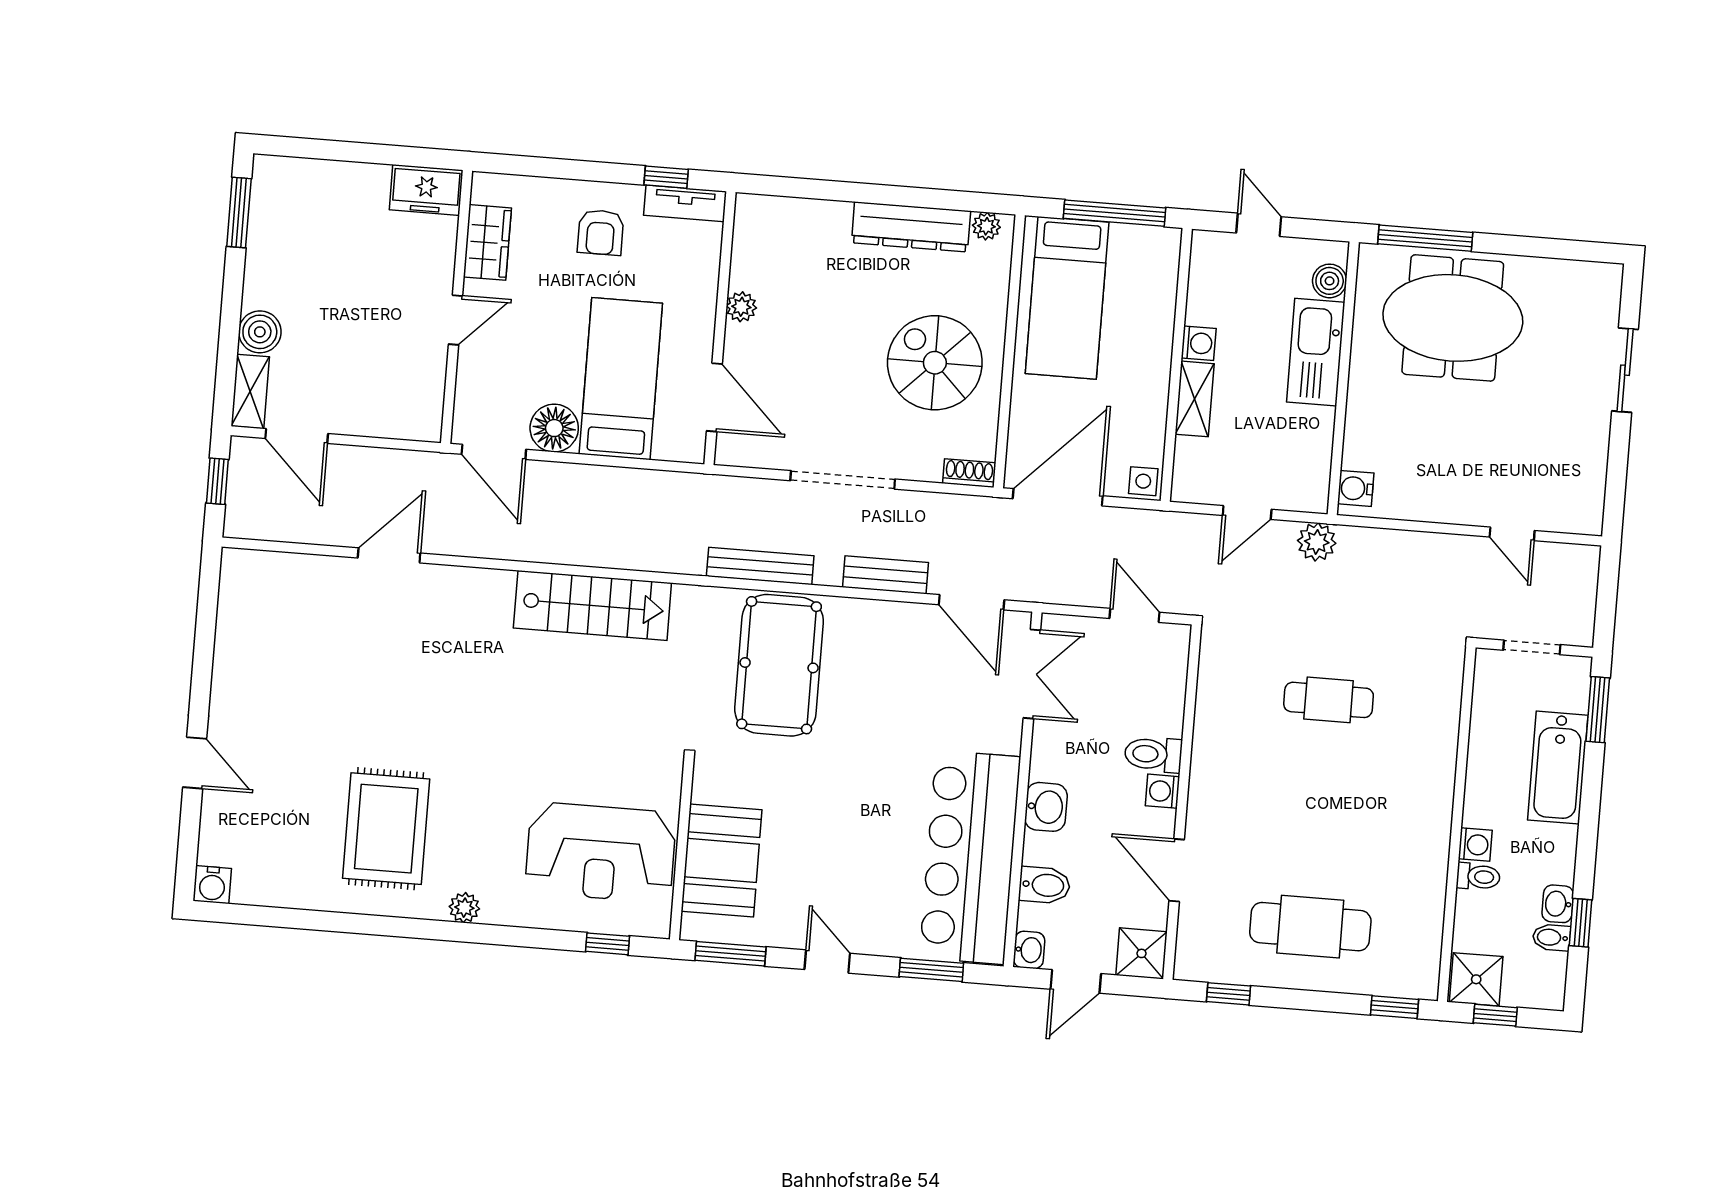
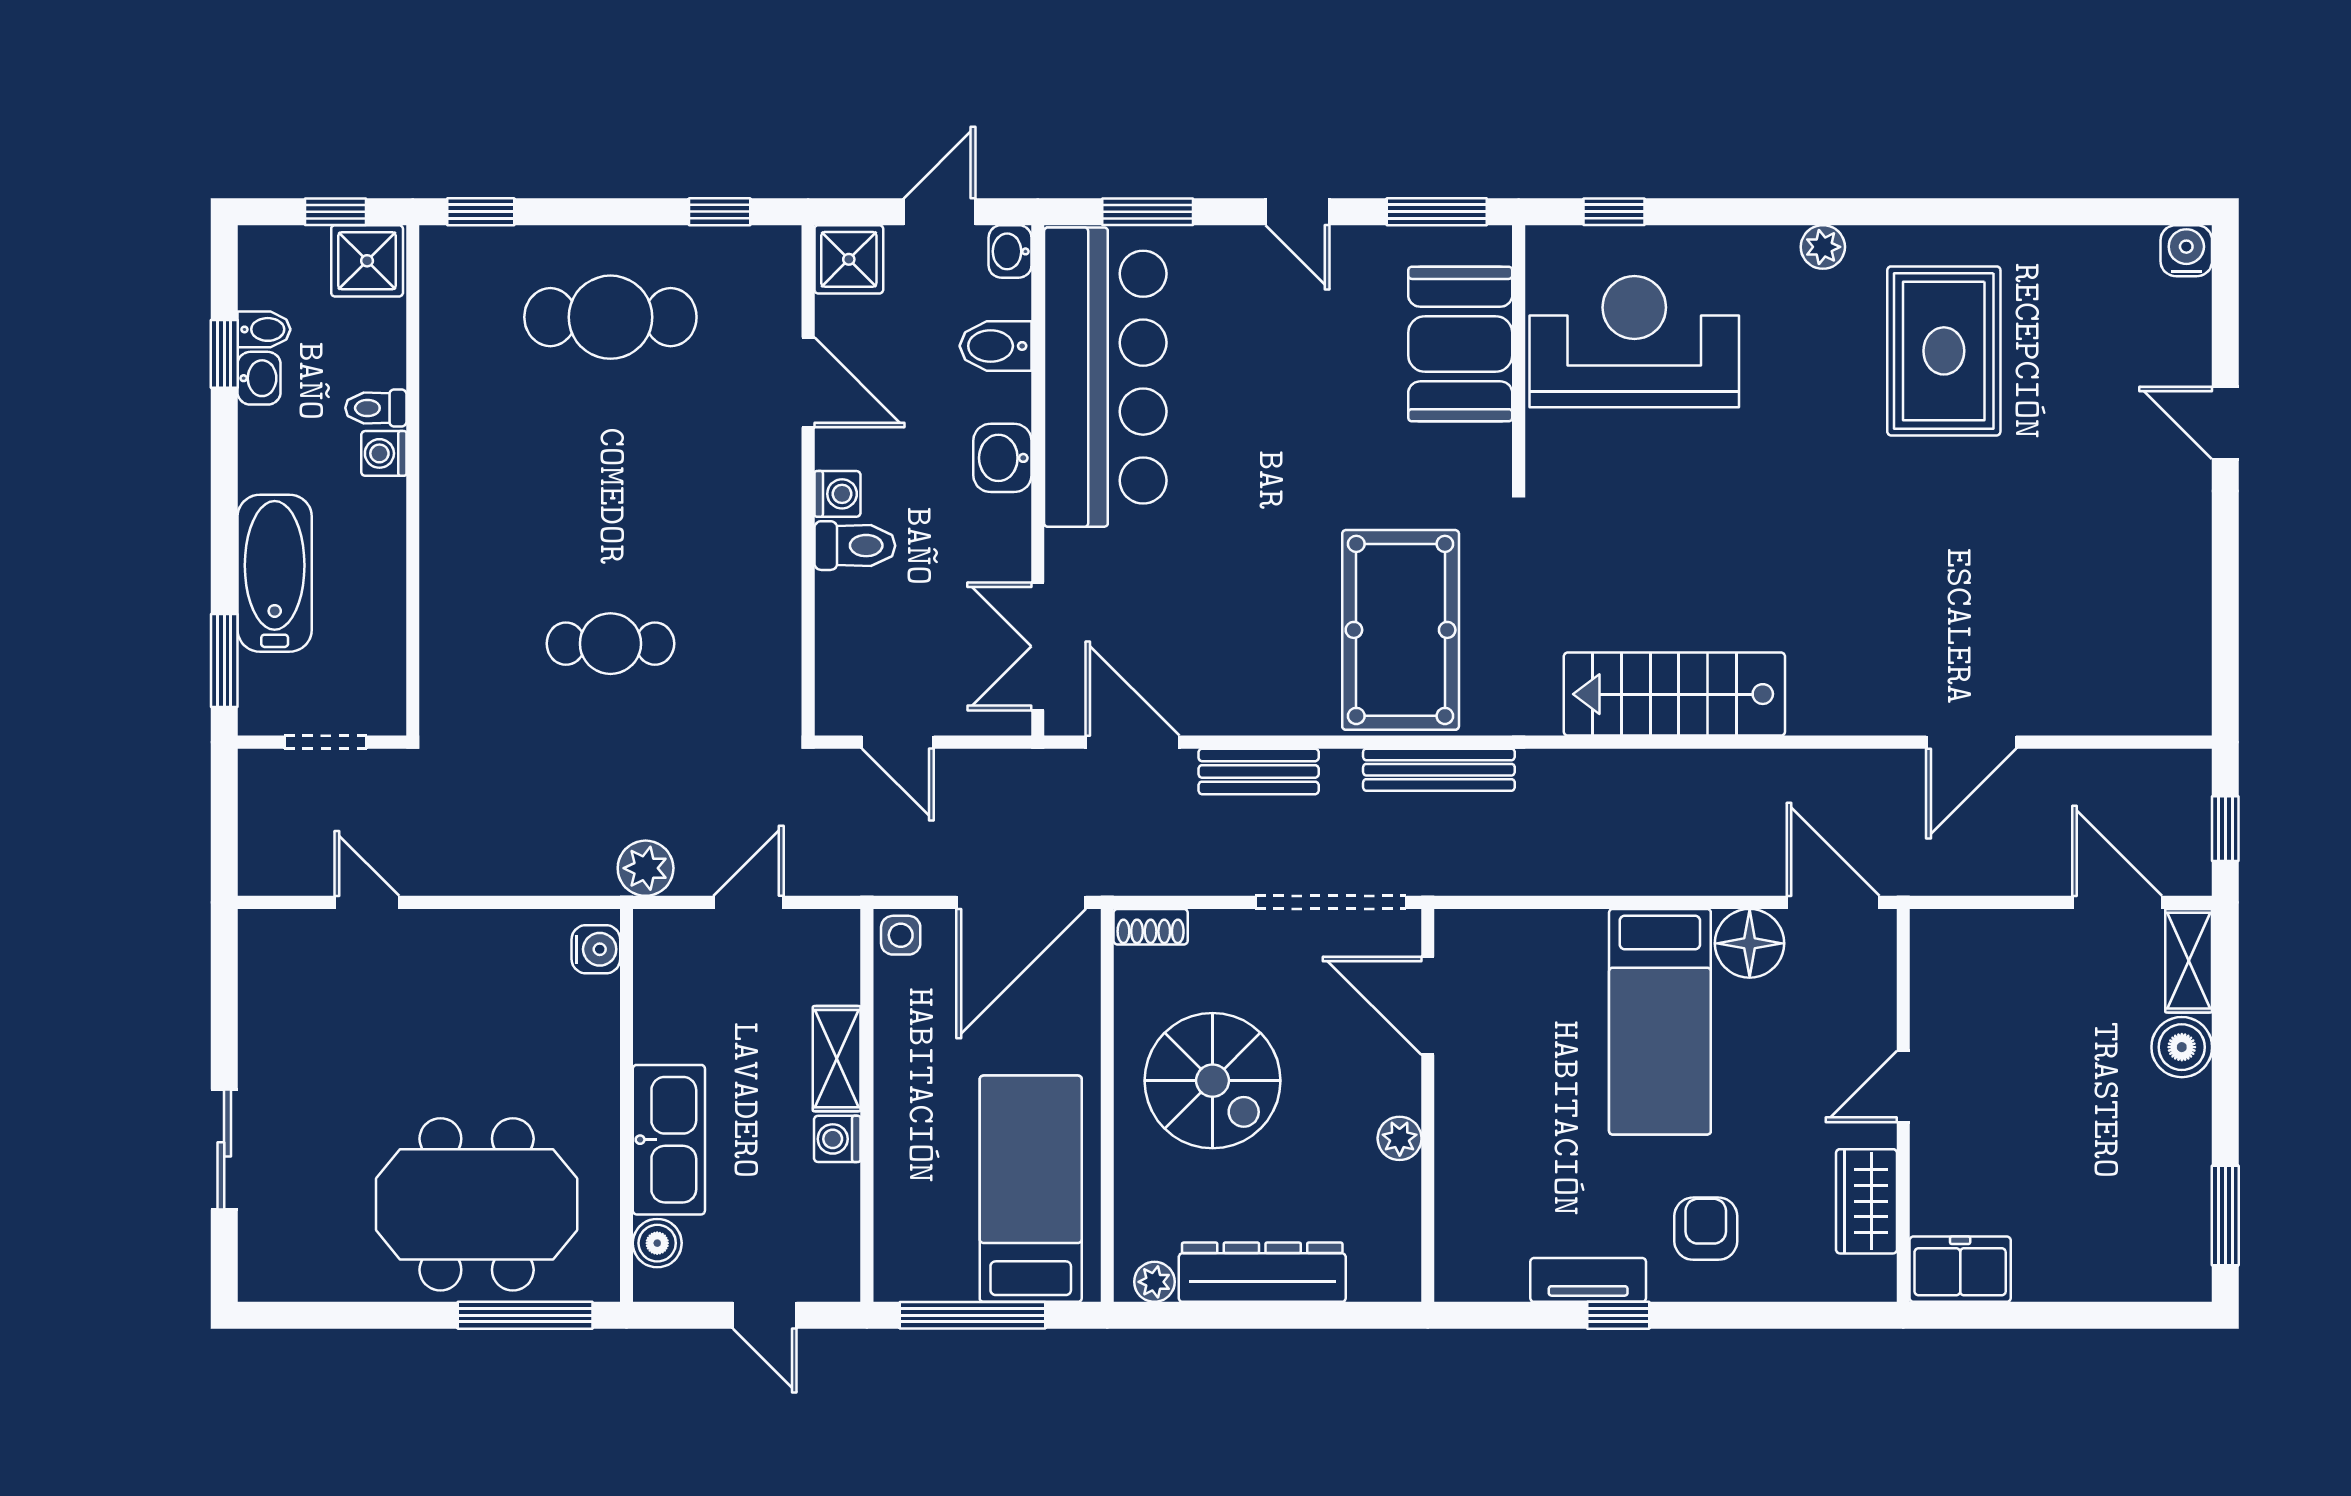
plant: (741, 307) -> (1400, 1138), moved
wall: (720, 328) -> (1428, 1105), moved
door: (714, 397) -> (1428, 1006), moved

